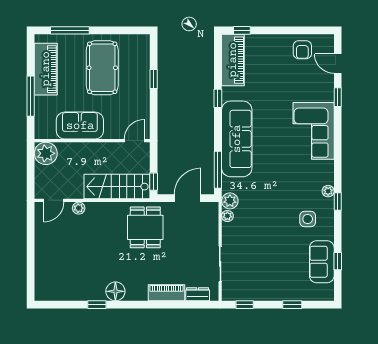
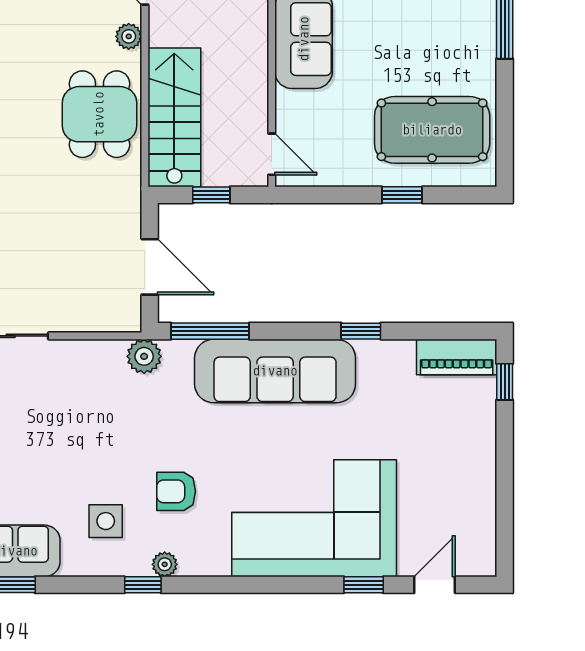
armchair: (302, 50) -> (176, 491), moved
piano: (233, 60) -> (457, 357), width x0.73, depth x0.75
pool table: (102, 68) -> (432, 130), moved
corner sofa: (314, 131) -> (314, 518), width x1.36, depth x1.36
window: (154, 182) -> (211, 195), moved
plant: (227, 216) -> (112, 351), removed
dining table: (145, 227) -> (99, 114), moved, turned 90

